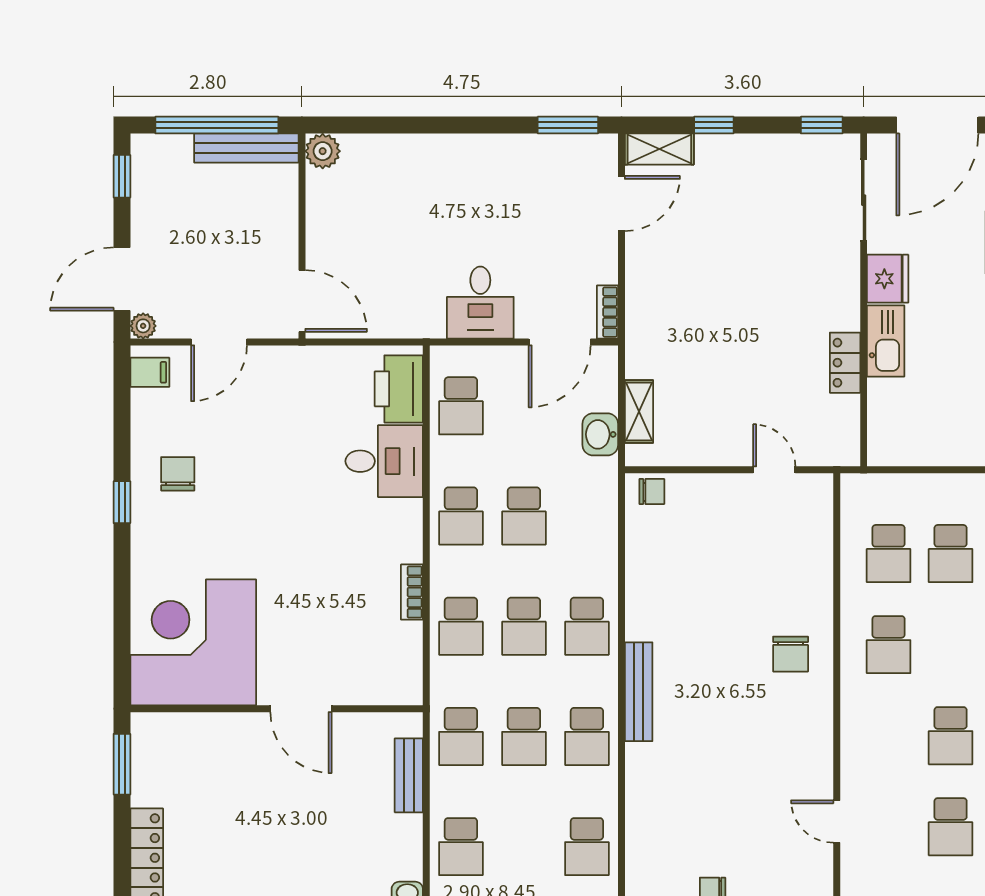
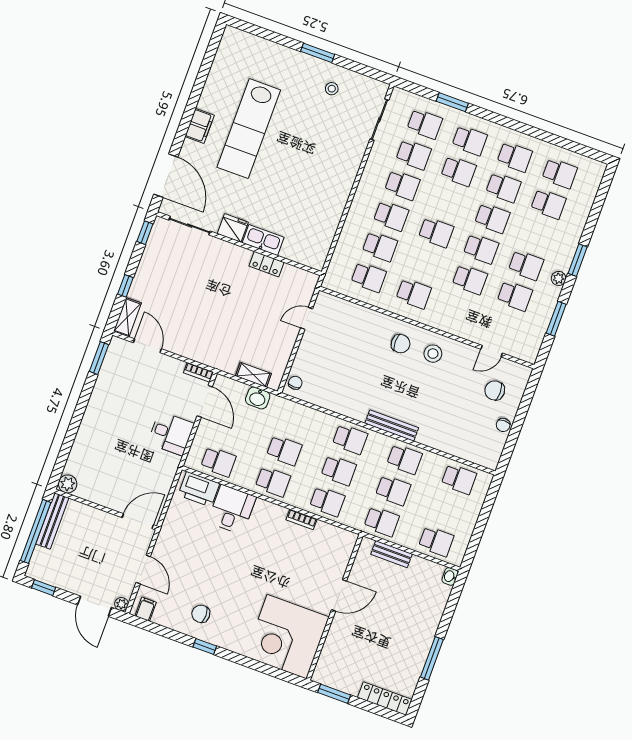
stool: (794, 718) -> (433, 354), added
chair: (769, 853) -> (495, 390), added

